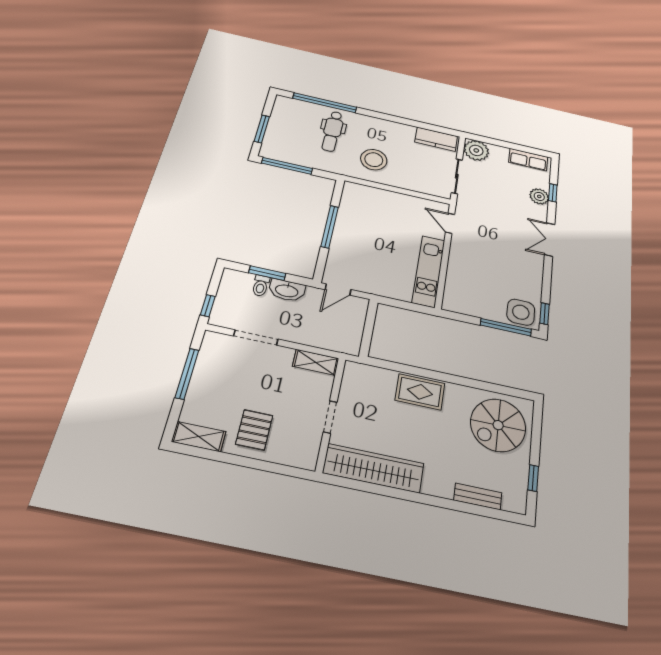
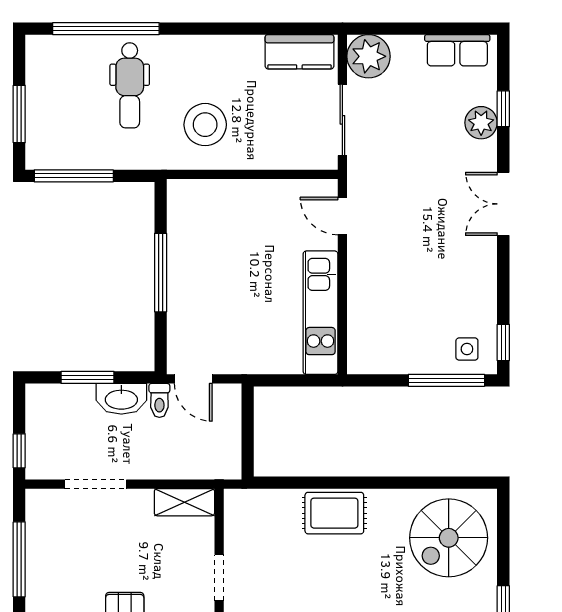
toilet: (261, 286) -> (159, 400), moved
door: (338, 290) -> (193, 379), hinge flipped
side table: (521, 312) -> (467, 349), width x0.54, depth x0.54

